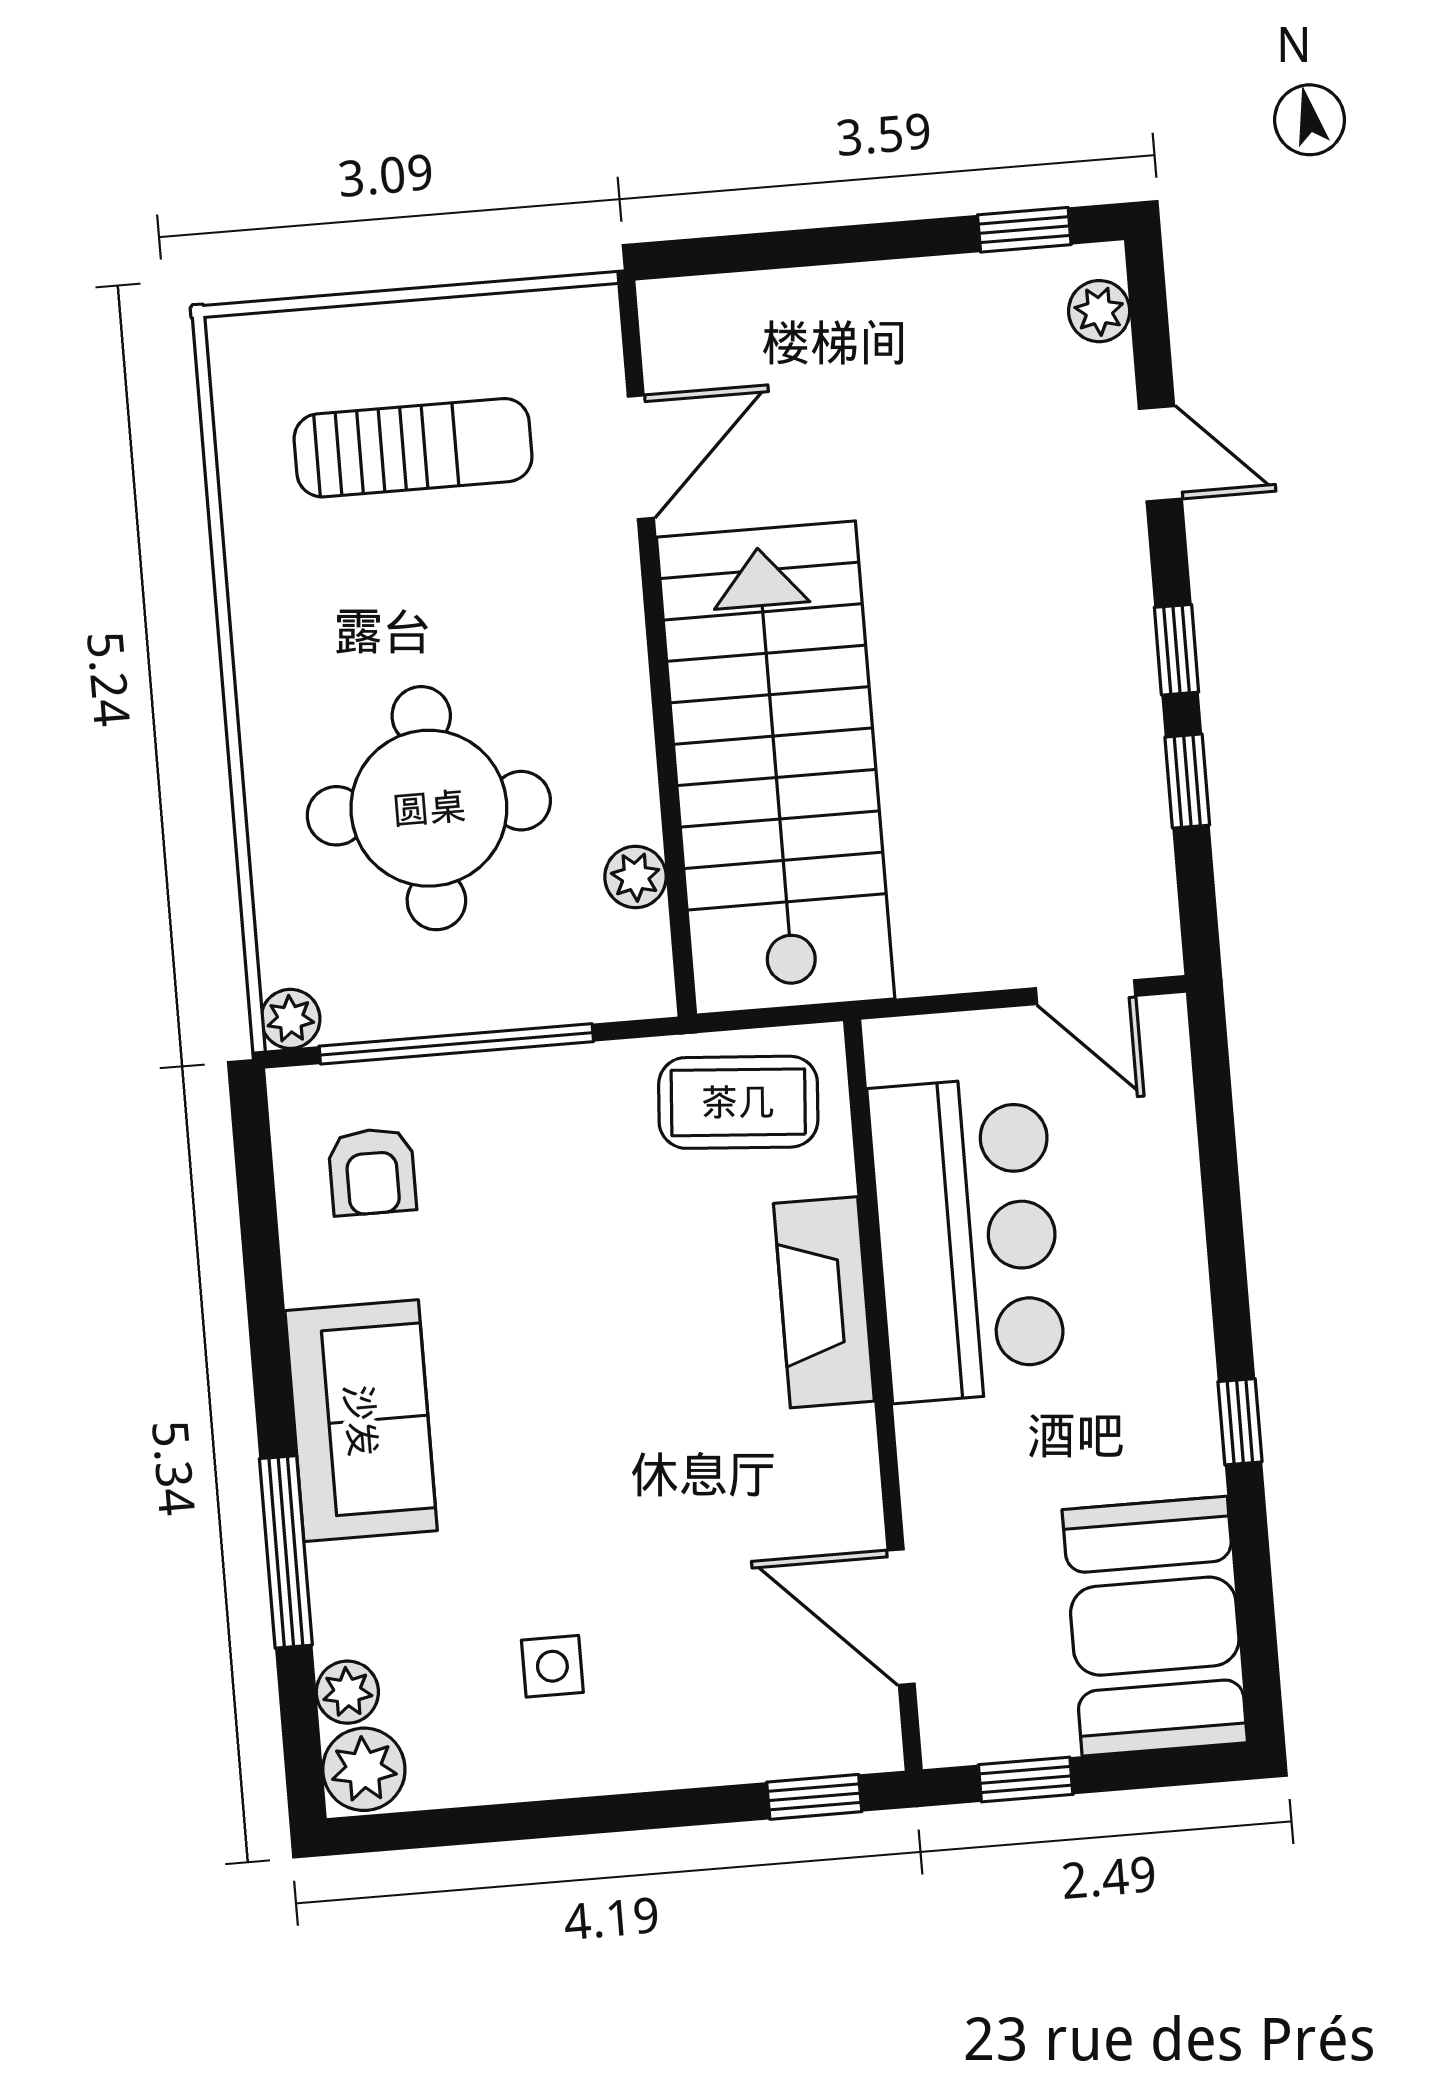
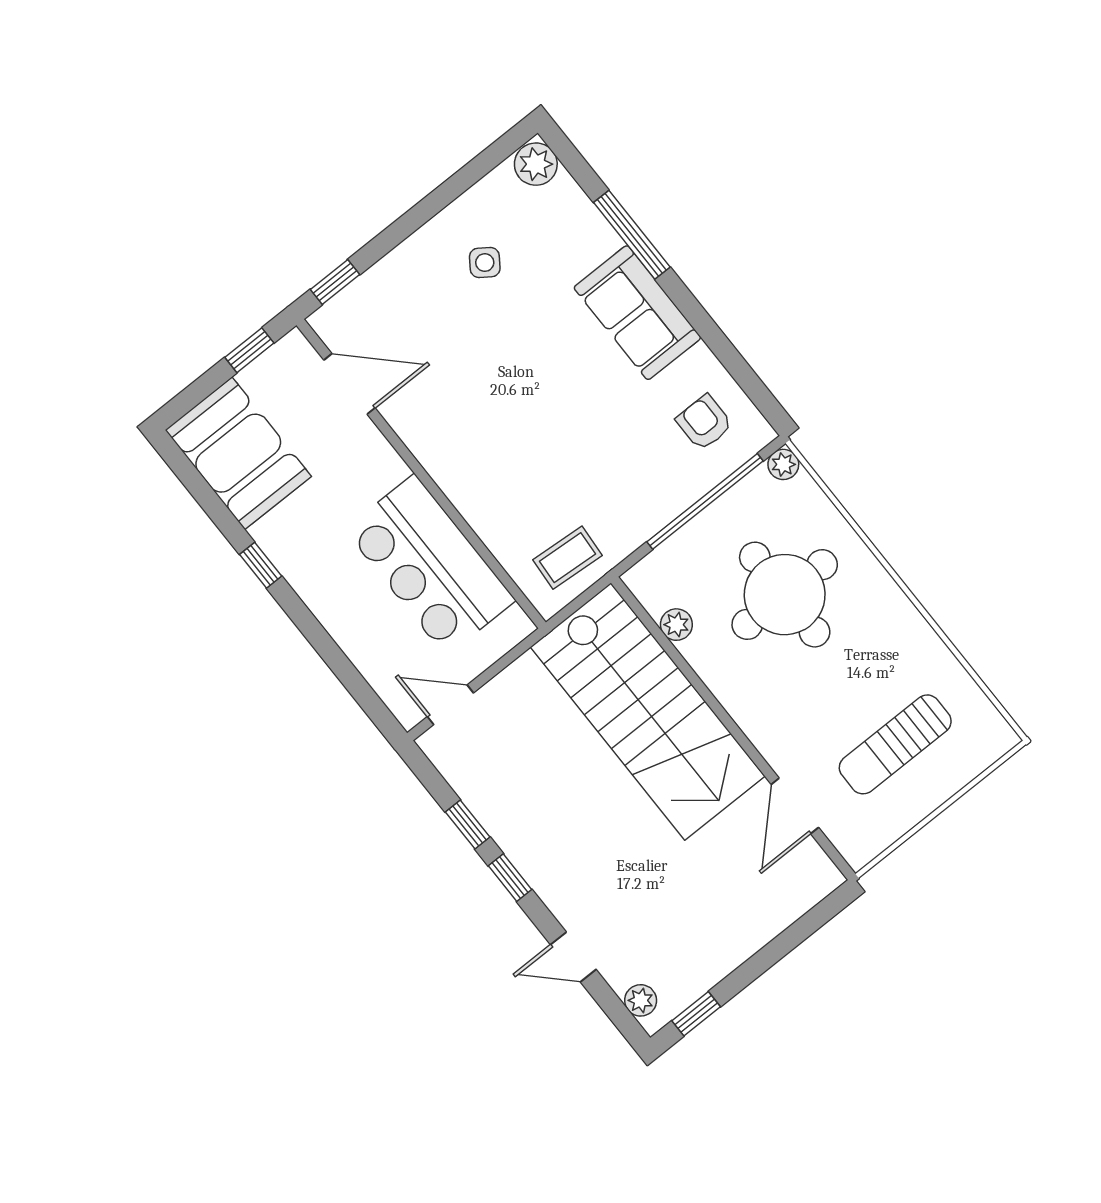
coffee table: (738, 1102) -> (567, 558), width x0.73, depth x0.77
fireplace: (824, 1302) -> (473, 497), removed
side table: (552, 1666) -> (485, 263), turned 35
plant: (347, 1692) -> (565, 192), removed

